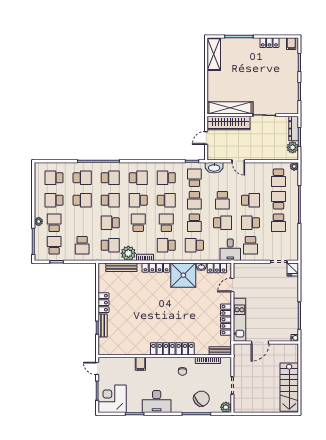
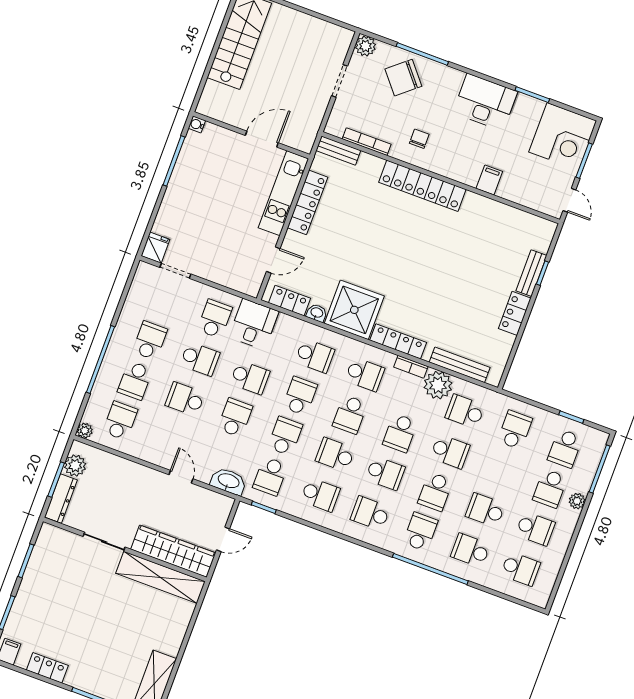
school desk: (110, 178) -> (420, 532), turned 90
school desk: (110, 200) -> (435, 492), turned -90
school desk: (222, 223) -> (250, 377), turned 180

